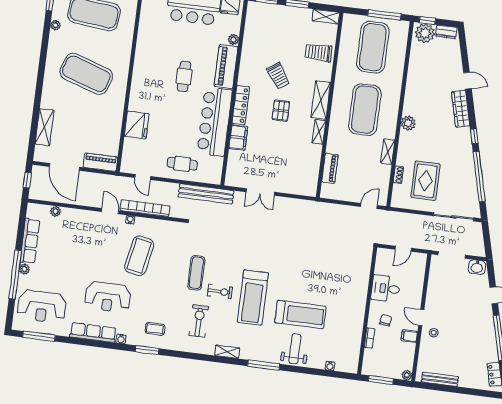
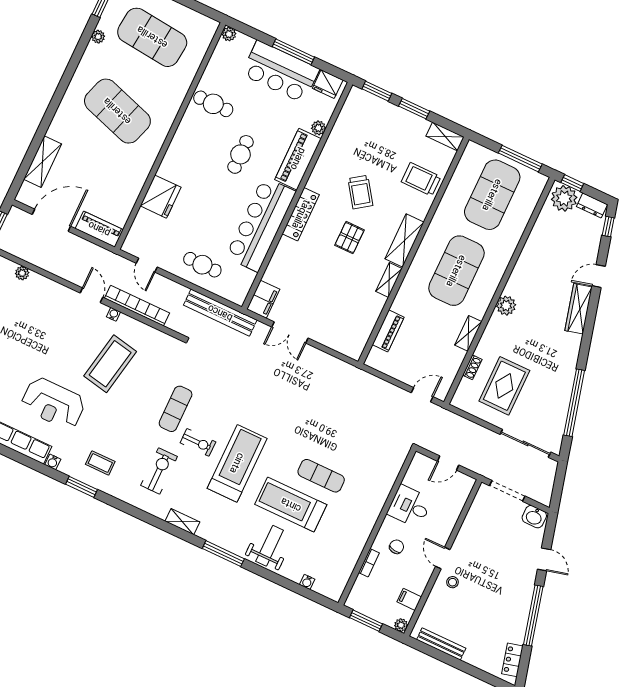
cafe table: (153, 47) -> (213, 104), added
door: (467, 81) -> (599, 276), swing flipped
window: (474, 136) -> (608, 227), moved
filing cabinet: (238, 138) -> (263, 299), moved
door: (64, 167) -> (51, 220), swing flipped
exercise mat: (315, 287) -> (321, 476), added
treadmill: (253, 298) -> (237, 463), turned 180
treadmill: (300, 315) -> (291, 505), turned 180
filing cabinet: (409, 336) -> (409, 599), moved

